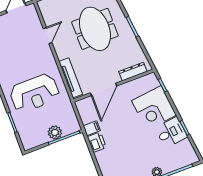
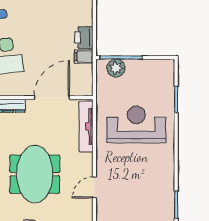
plant: (55, 132) -> (116, 68), moved

